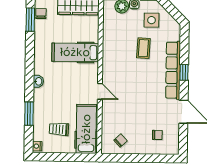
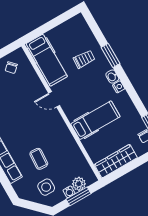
window: (29, 114) -> (111, 56), moved
trolley: (59, 129) -> (84, 59), moved
nightstand: (37, 146) -> (119, 87), moved

